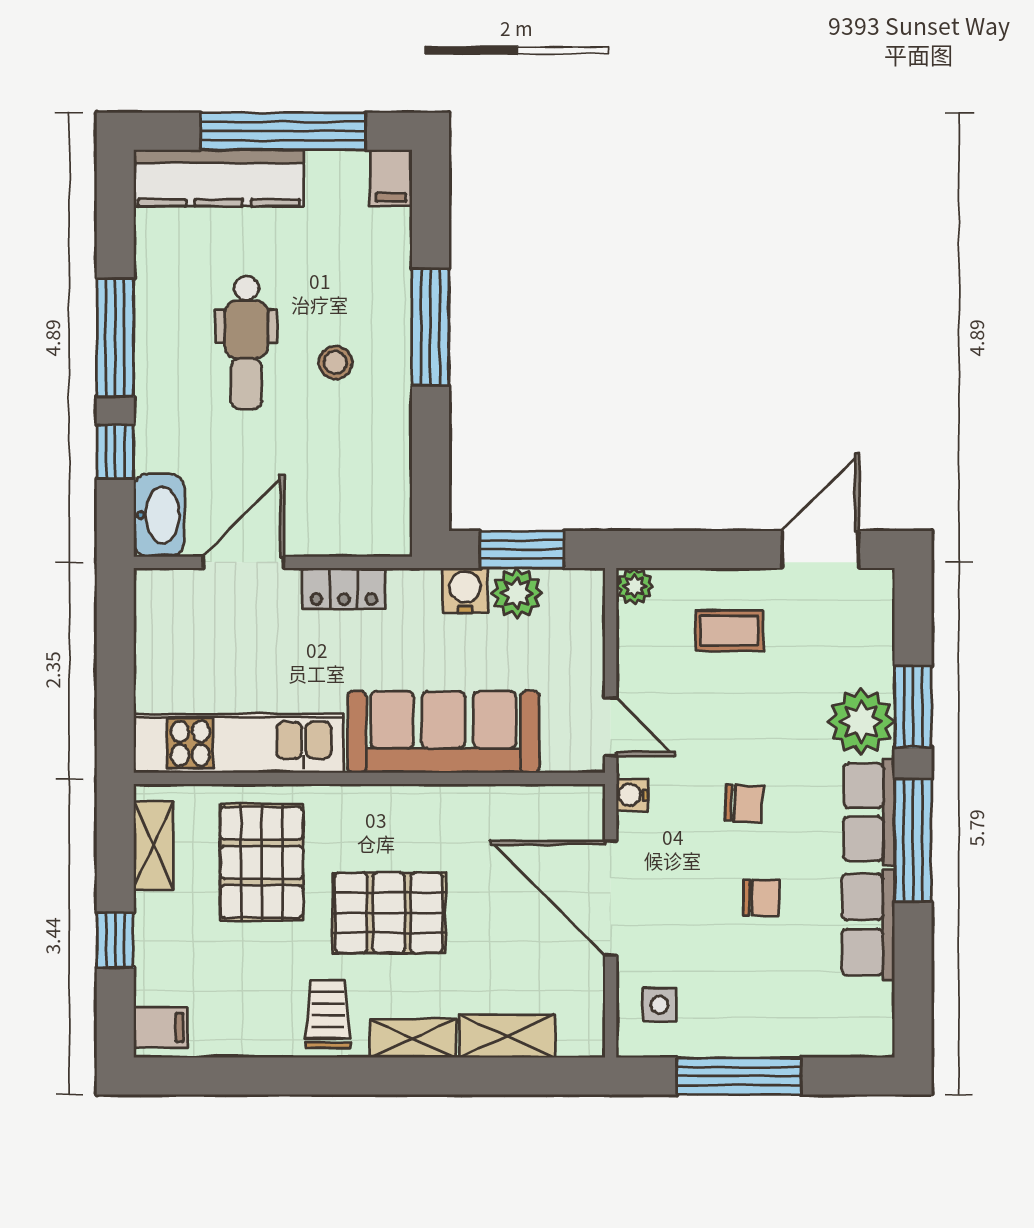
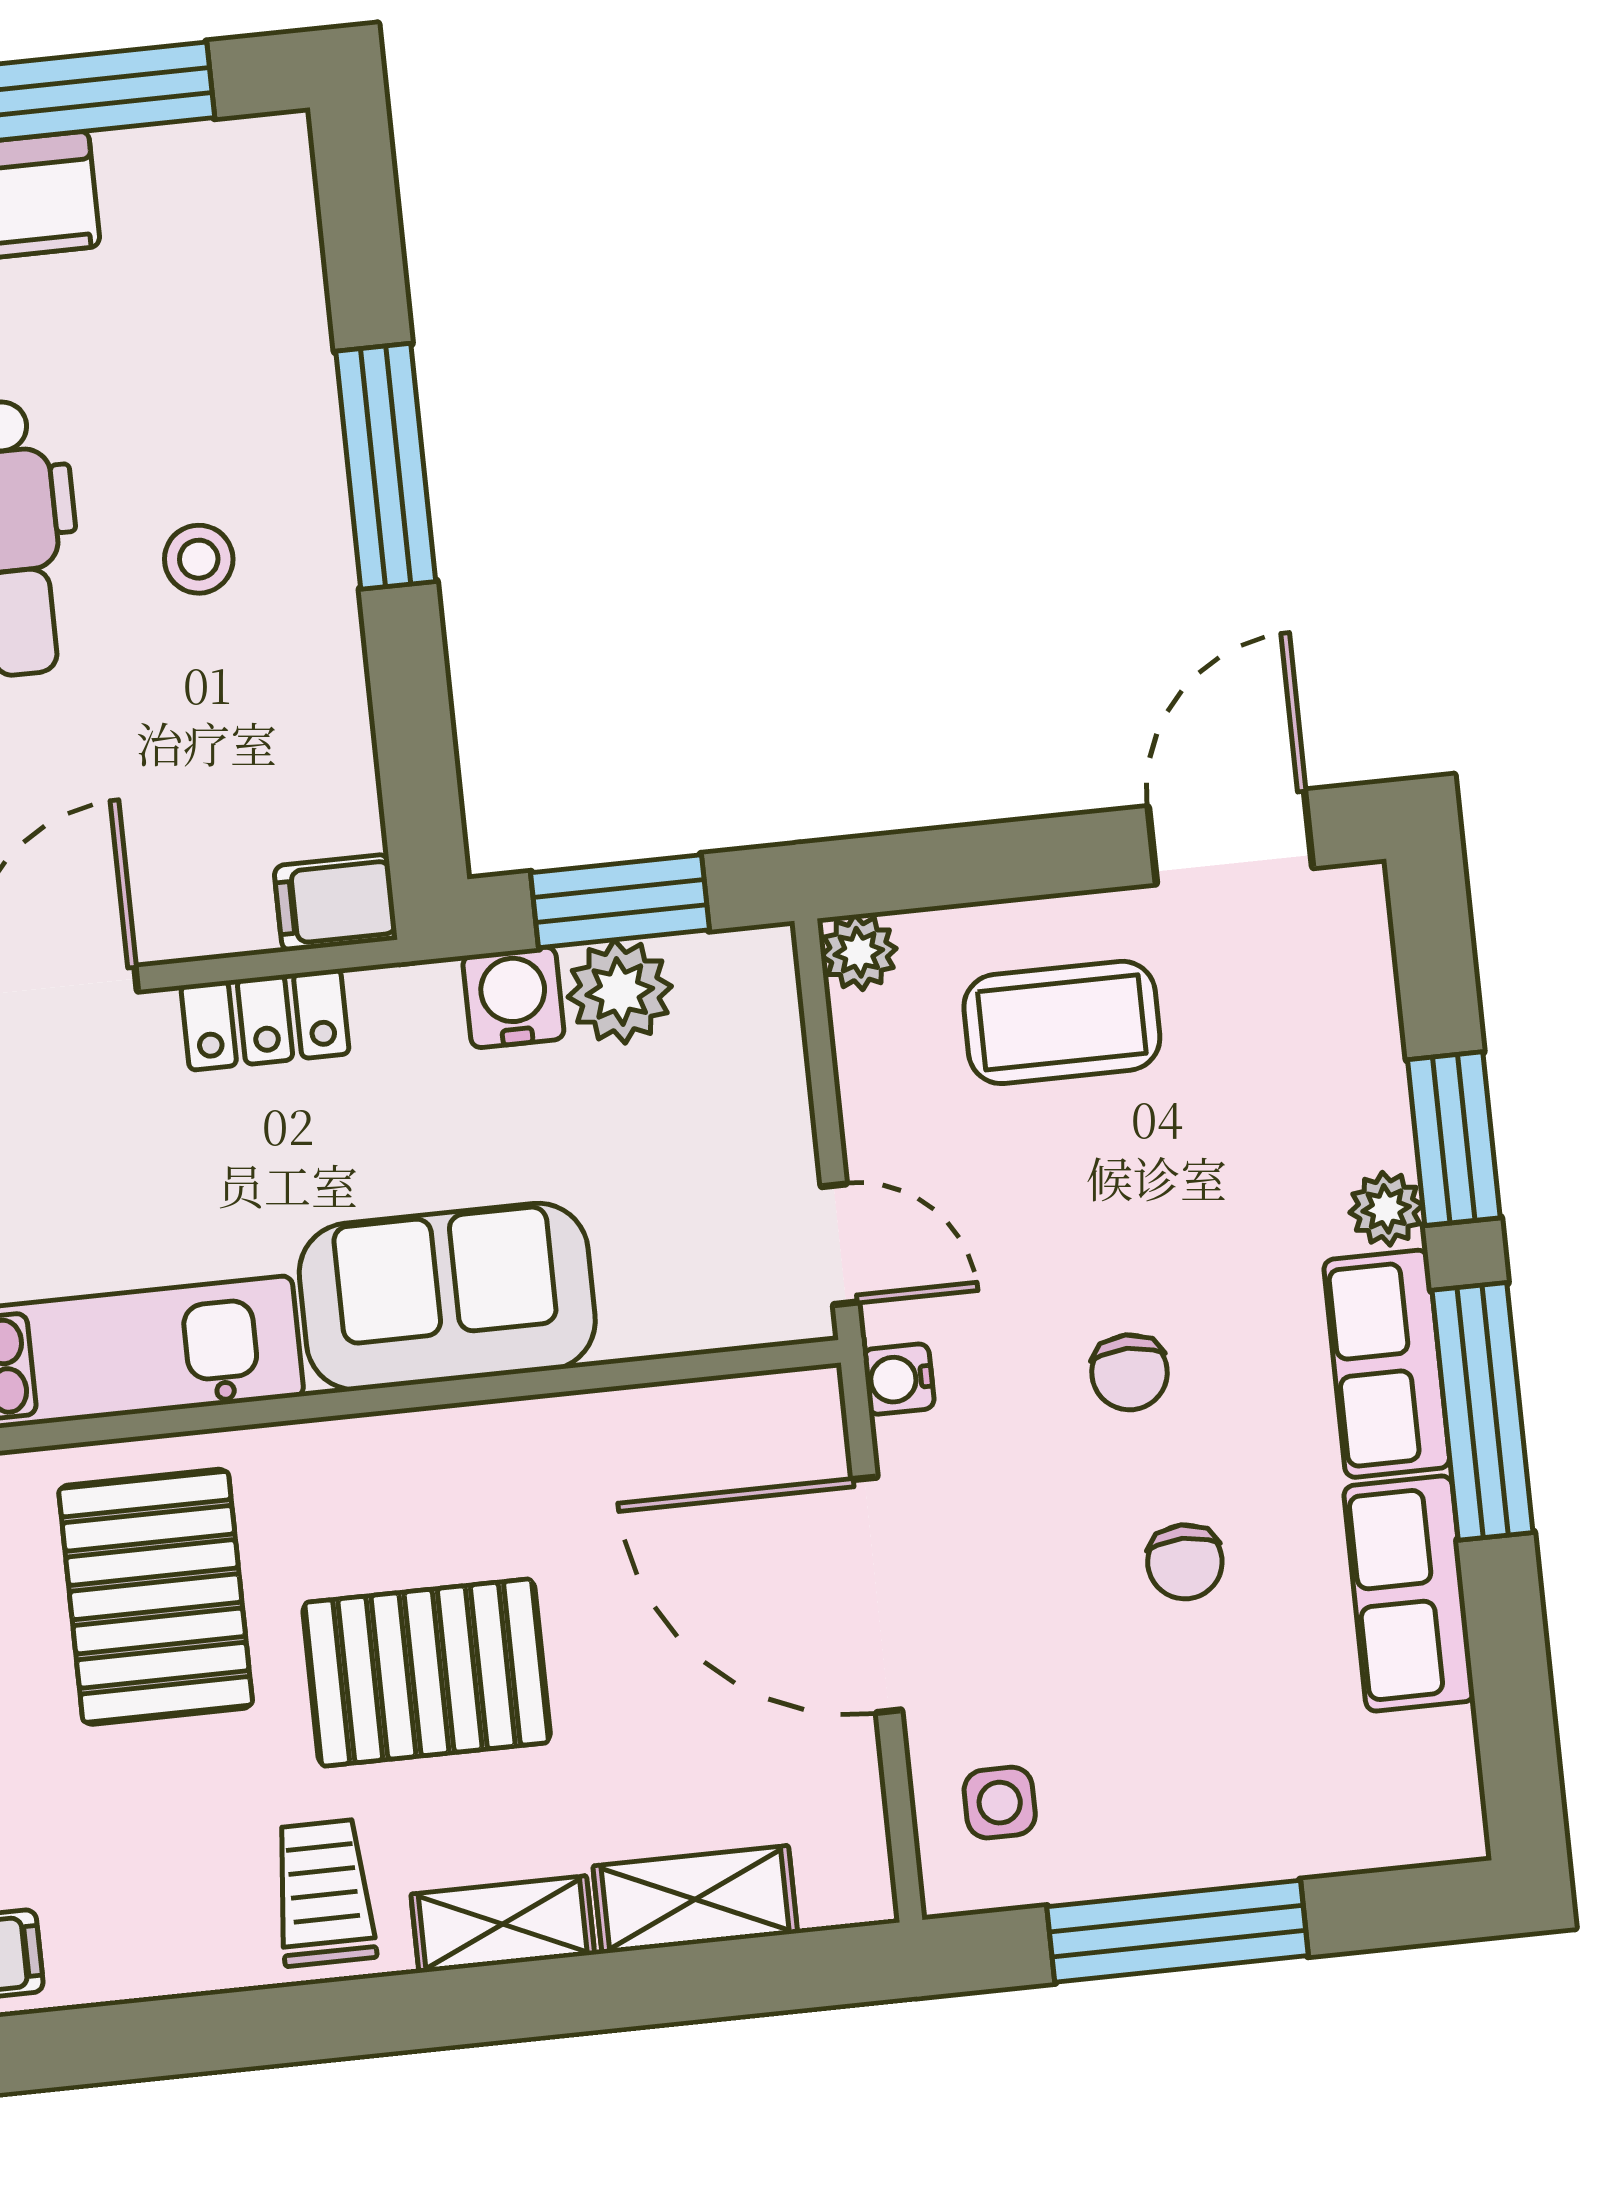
filing cabinet: (391, 178) -> (336, 903), moved, turned 90
coffee table: (729, 631) -> (1062, 1022), width x1.36, depth x1.30
plant: (861, 722) -> (1386, 1209), width x0.53, depth x0.53
sofa: (443, 732) -> (447, 1297), width x0.73
chair: (744, 803) -> (1129, 1372), turned 87
chair: (761, 898) -> (1185, 1562), turned 90

